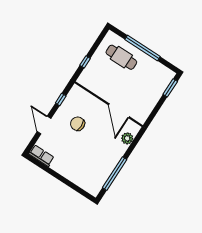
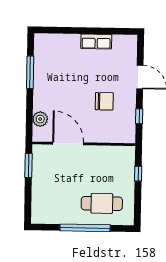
window: (170, 88) -> (28, 166), moved
row of seats: (41, 156) -> (96, 41), moved
window: (115, 174) -> (30, 72), width x0.68

